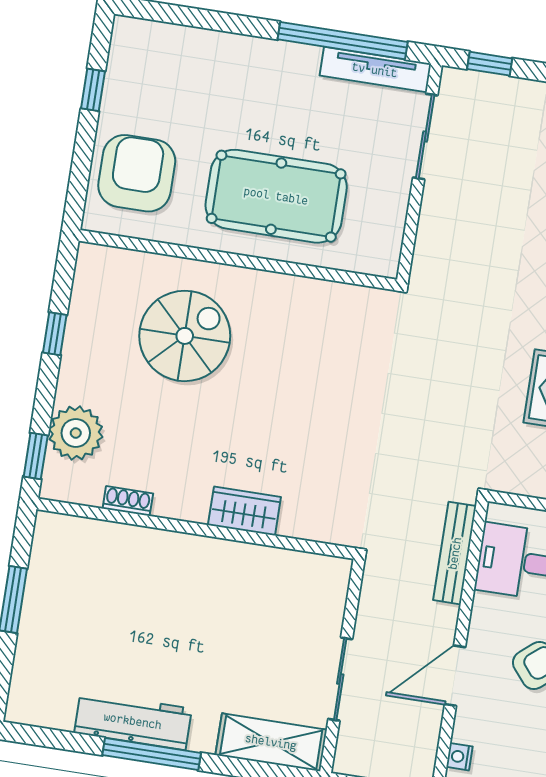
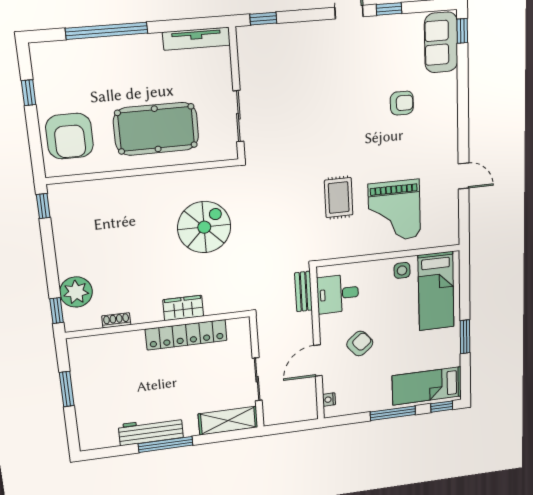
window: (343, 41) -> (107, 31), moved
sliding door: (425, 137) -> (238, 116), moved
armchair: (137, 173) -> (70, 136), turned 180
window: (55, 334) -> (43, 206), moved
spiral stairs: (185, 336) -> (204, 227), moved
bench: (455, 553) -> (304, 291), width x0.73
locker: (238, 561) -> (186, 335), added

